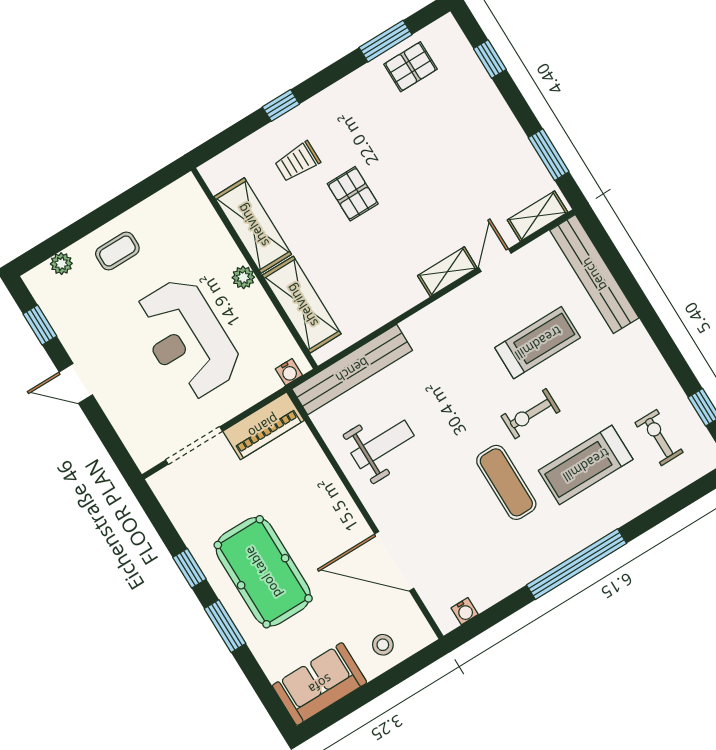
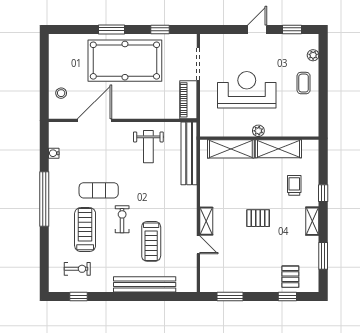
pallet: (410, 67) -> (290, 277), moved
pallet: (353, 194) -> (258, 218), moved
shelving: (537, 216) -> (312, 221), moved
bench: (594, 274) -> (145, 284), moved
water cooler: (289, 372) -> (205, 125), removed
window: (190, 568) -> (160, 29), moved
pool table: (263, 572) -> (125, 61), width x1.36, depth x1.32
water cooler: (465, 611) -> (54, 153), moved
sofa: (320, 684) -> (61, 55), removed

